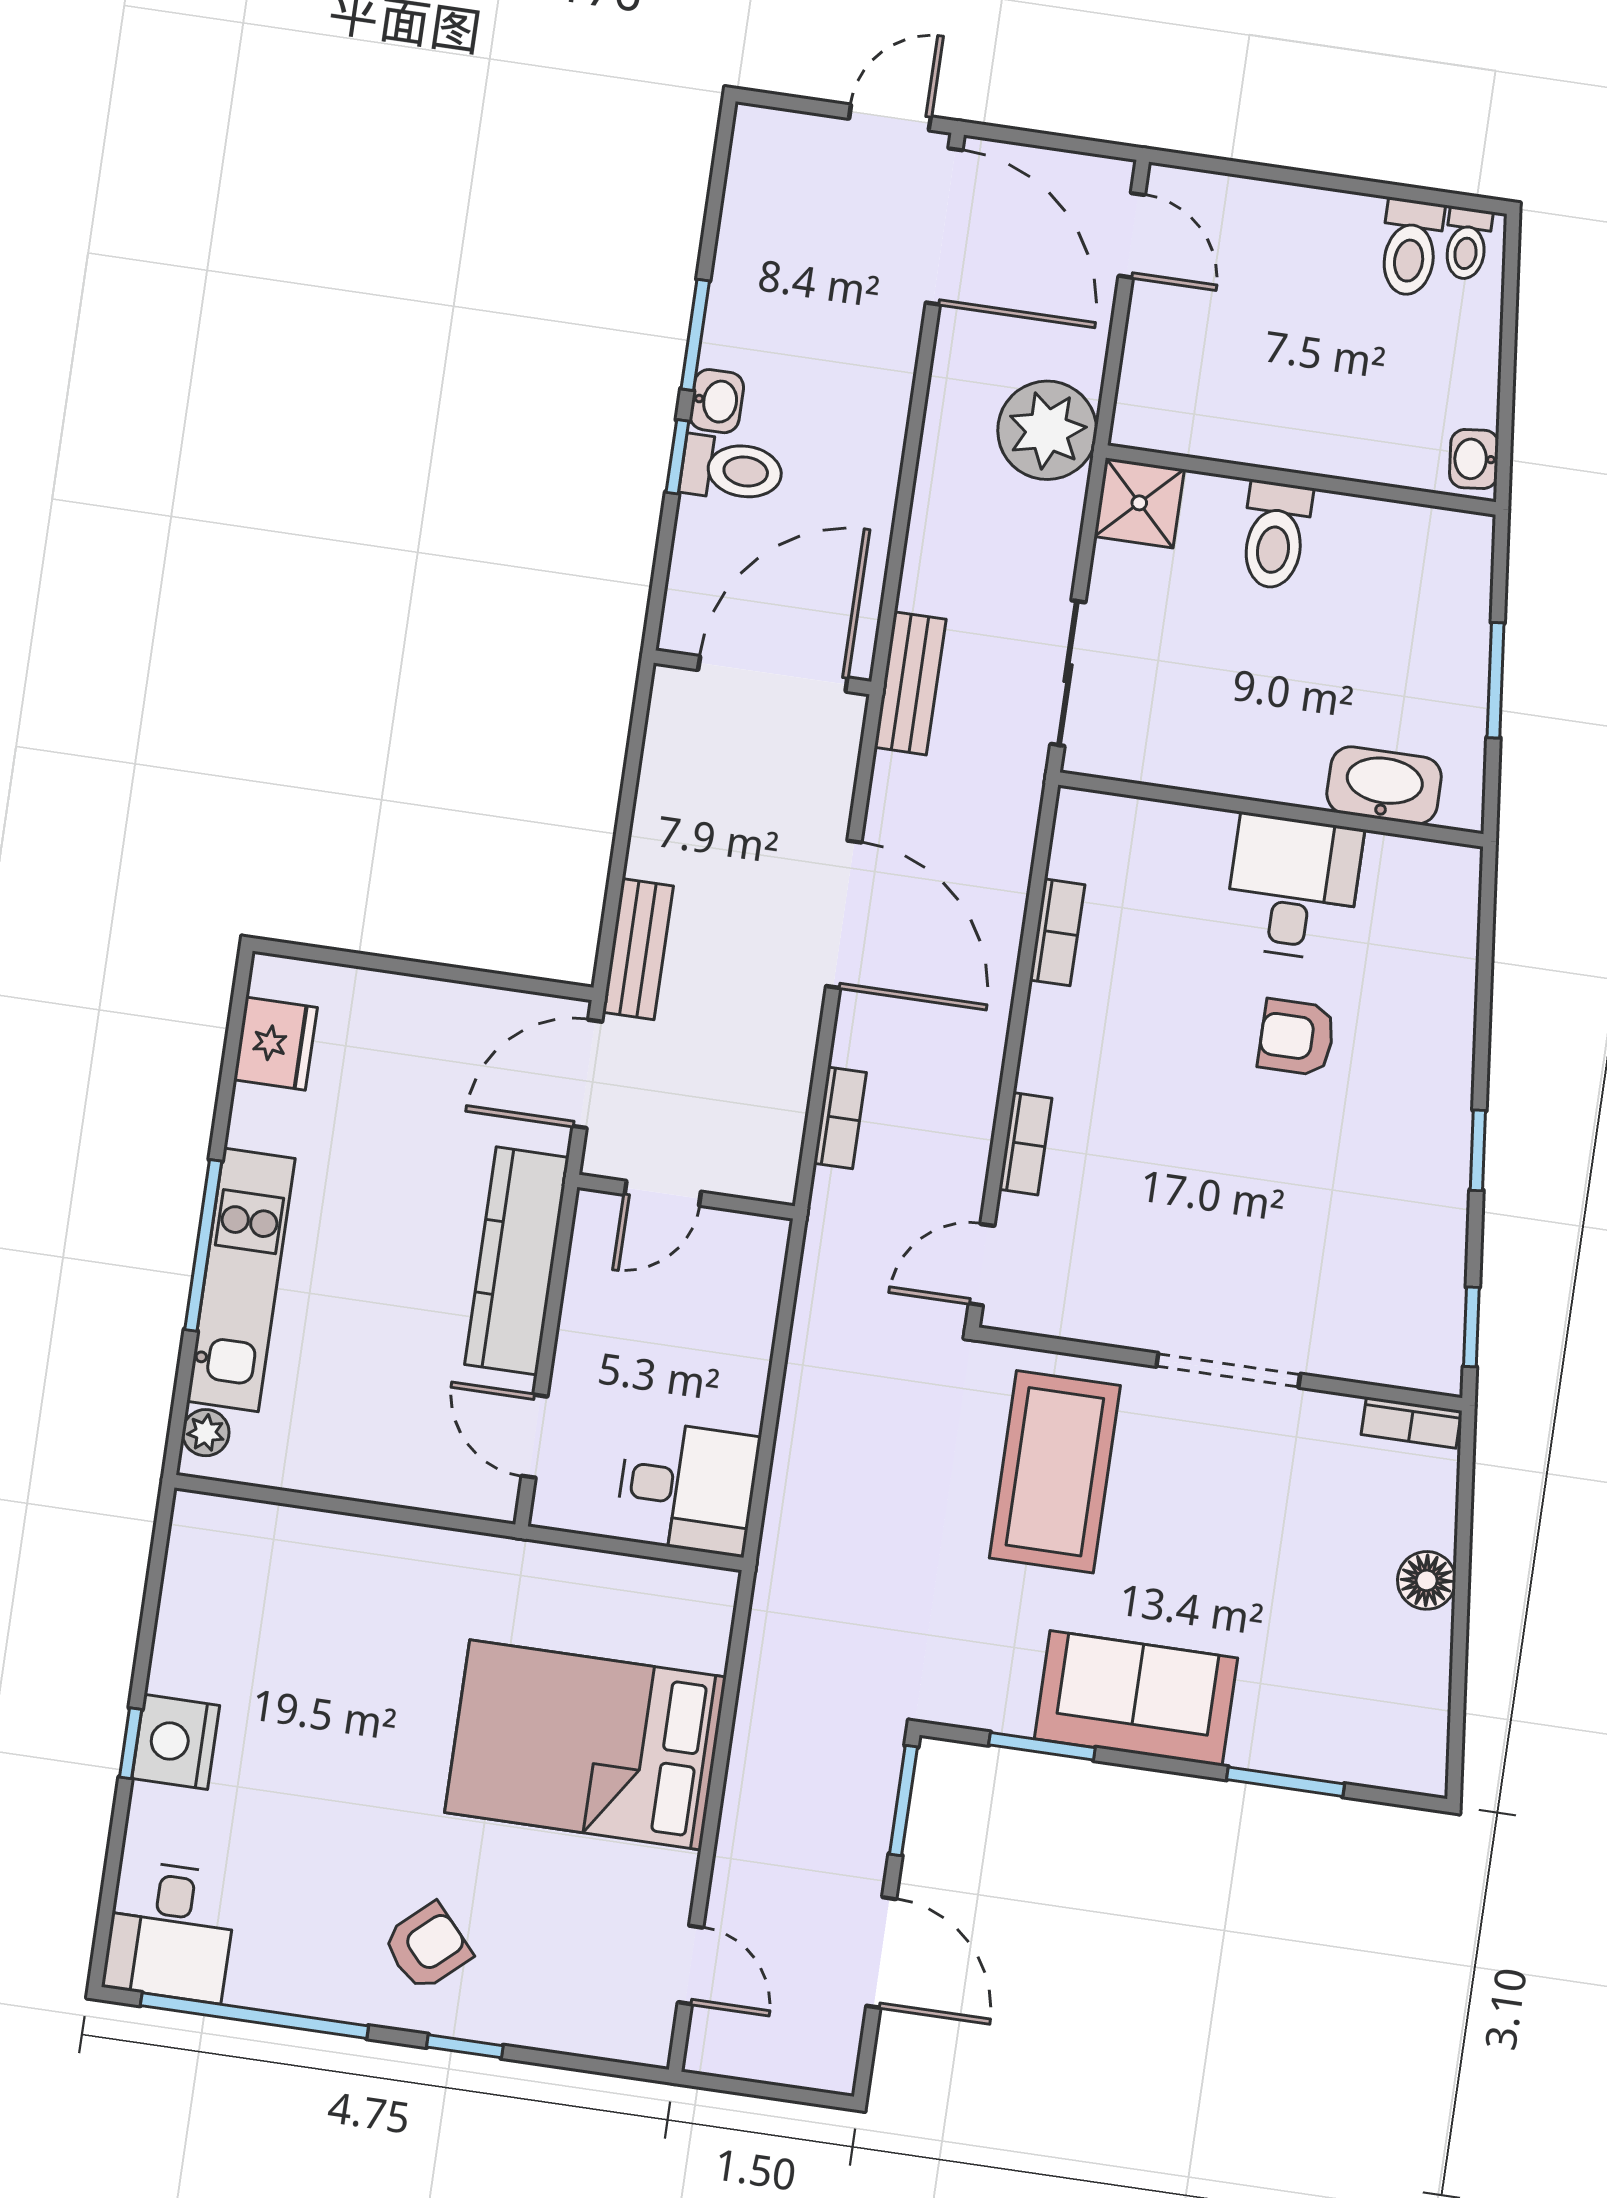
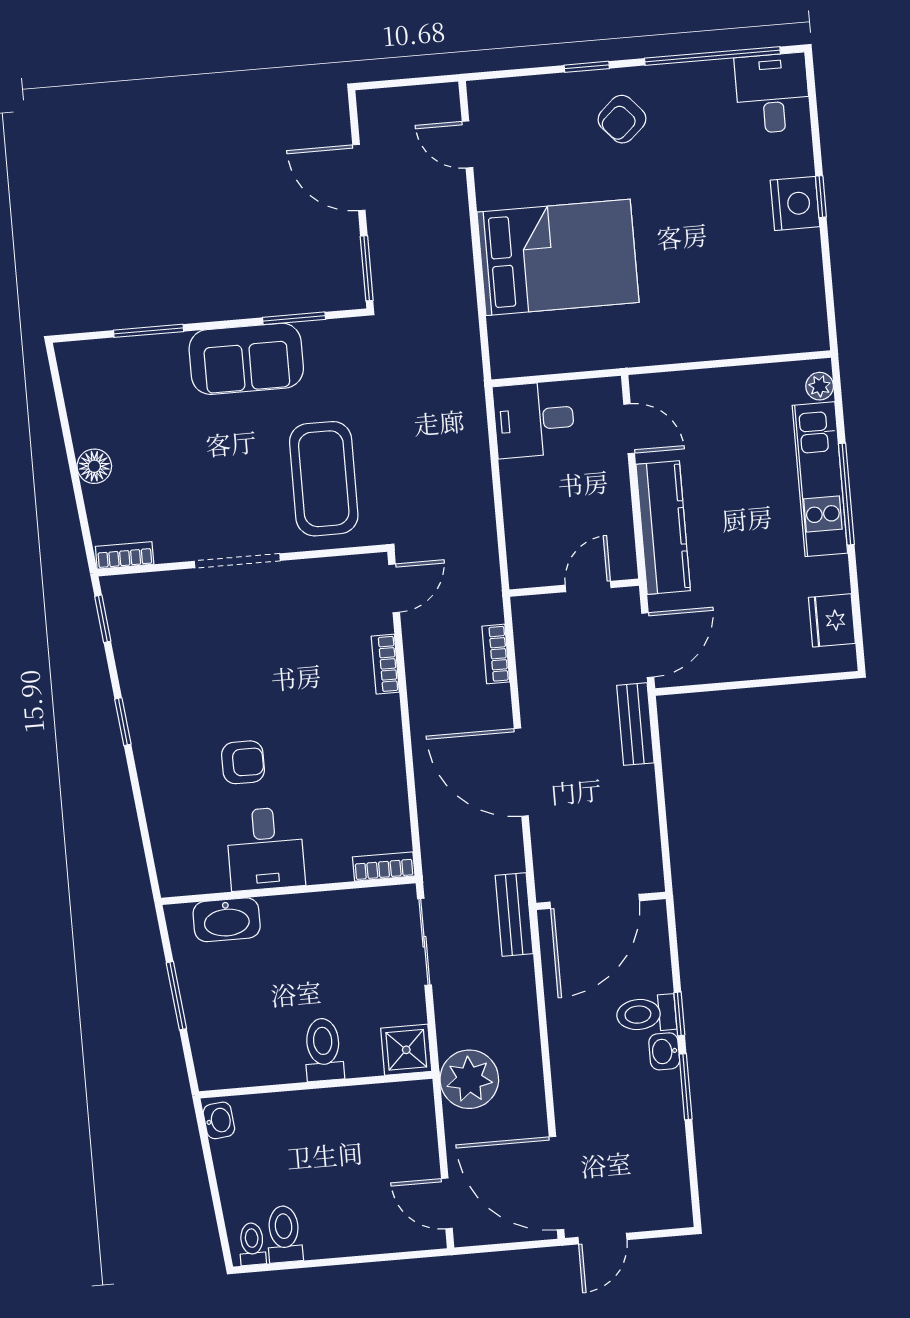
bookcase: (1057, 932) -> (384, 866), moved, turned 90

